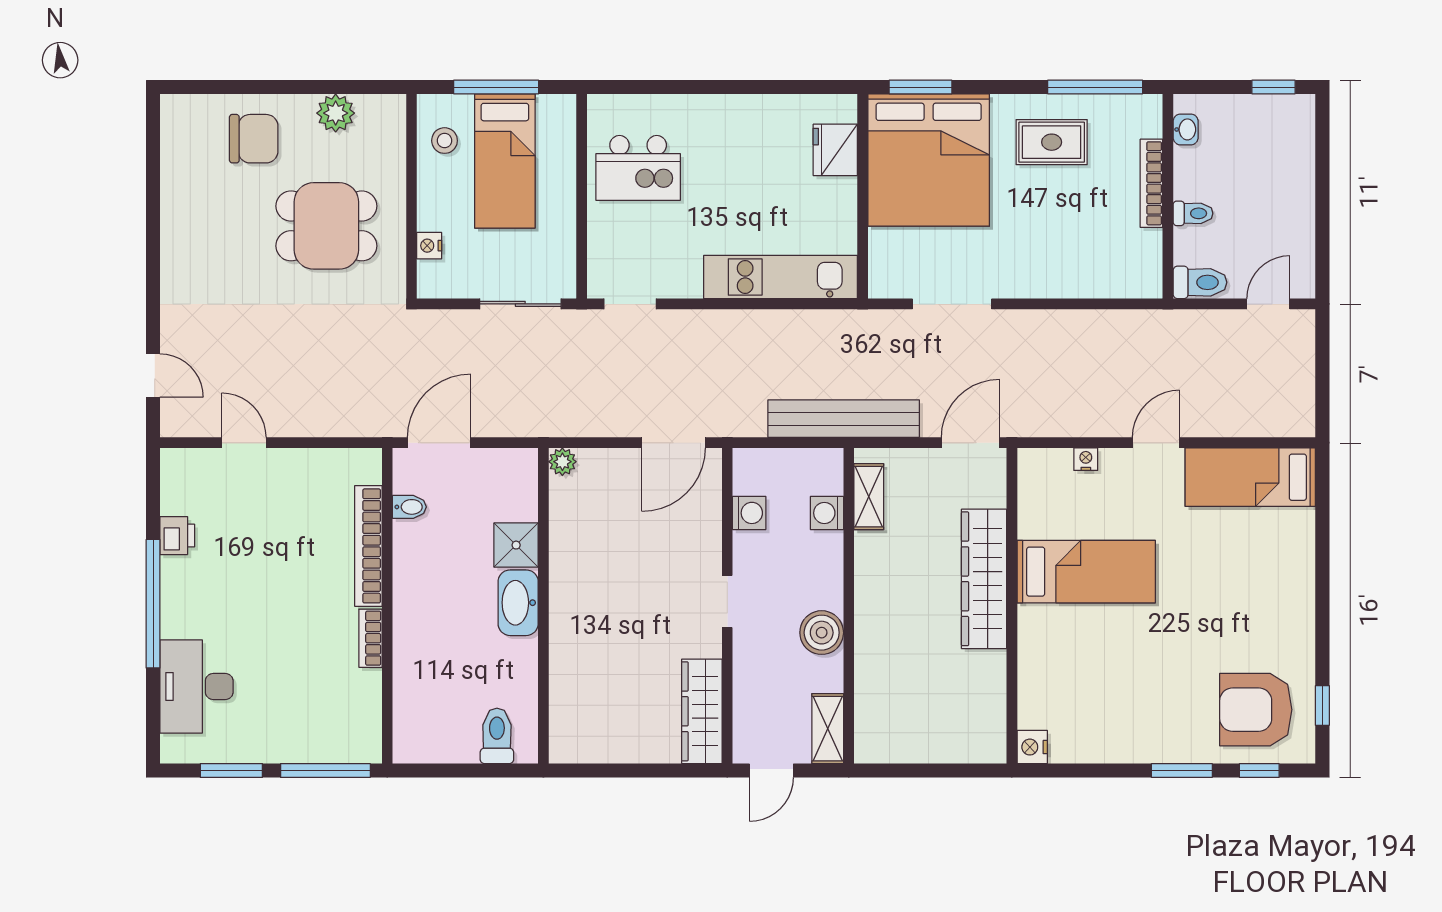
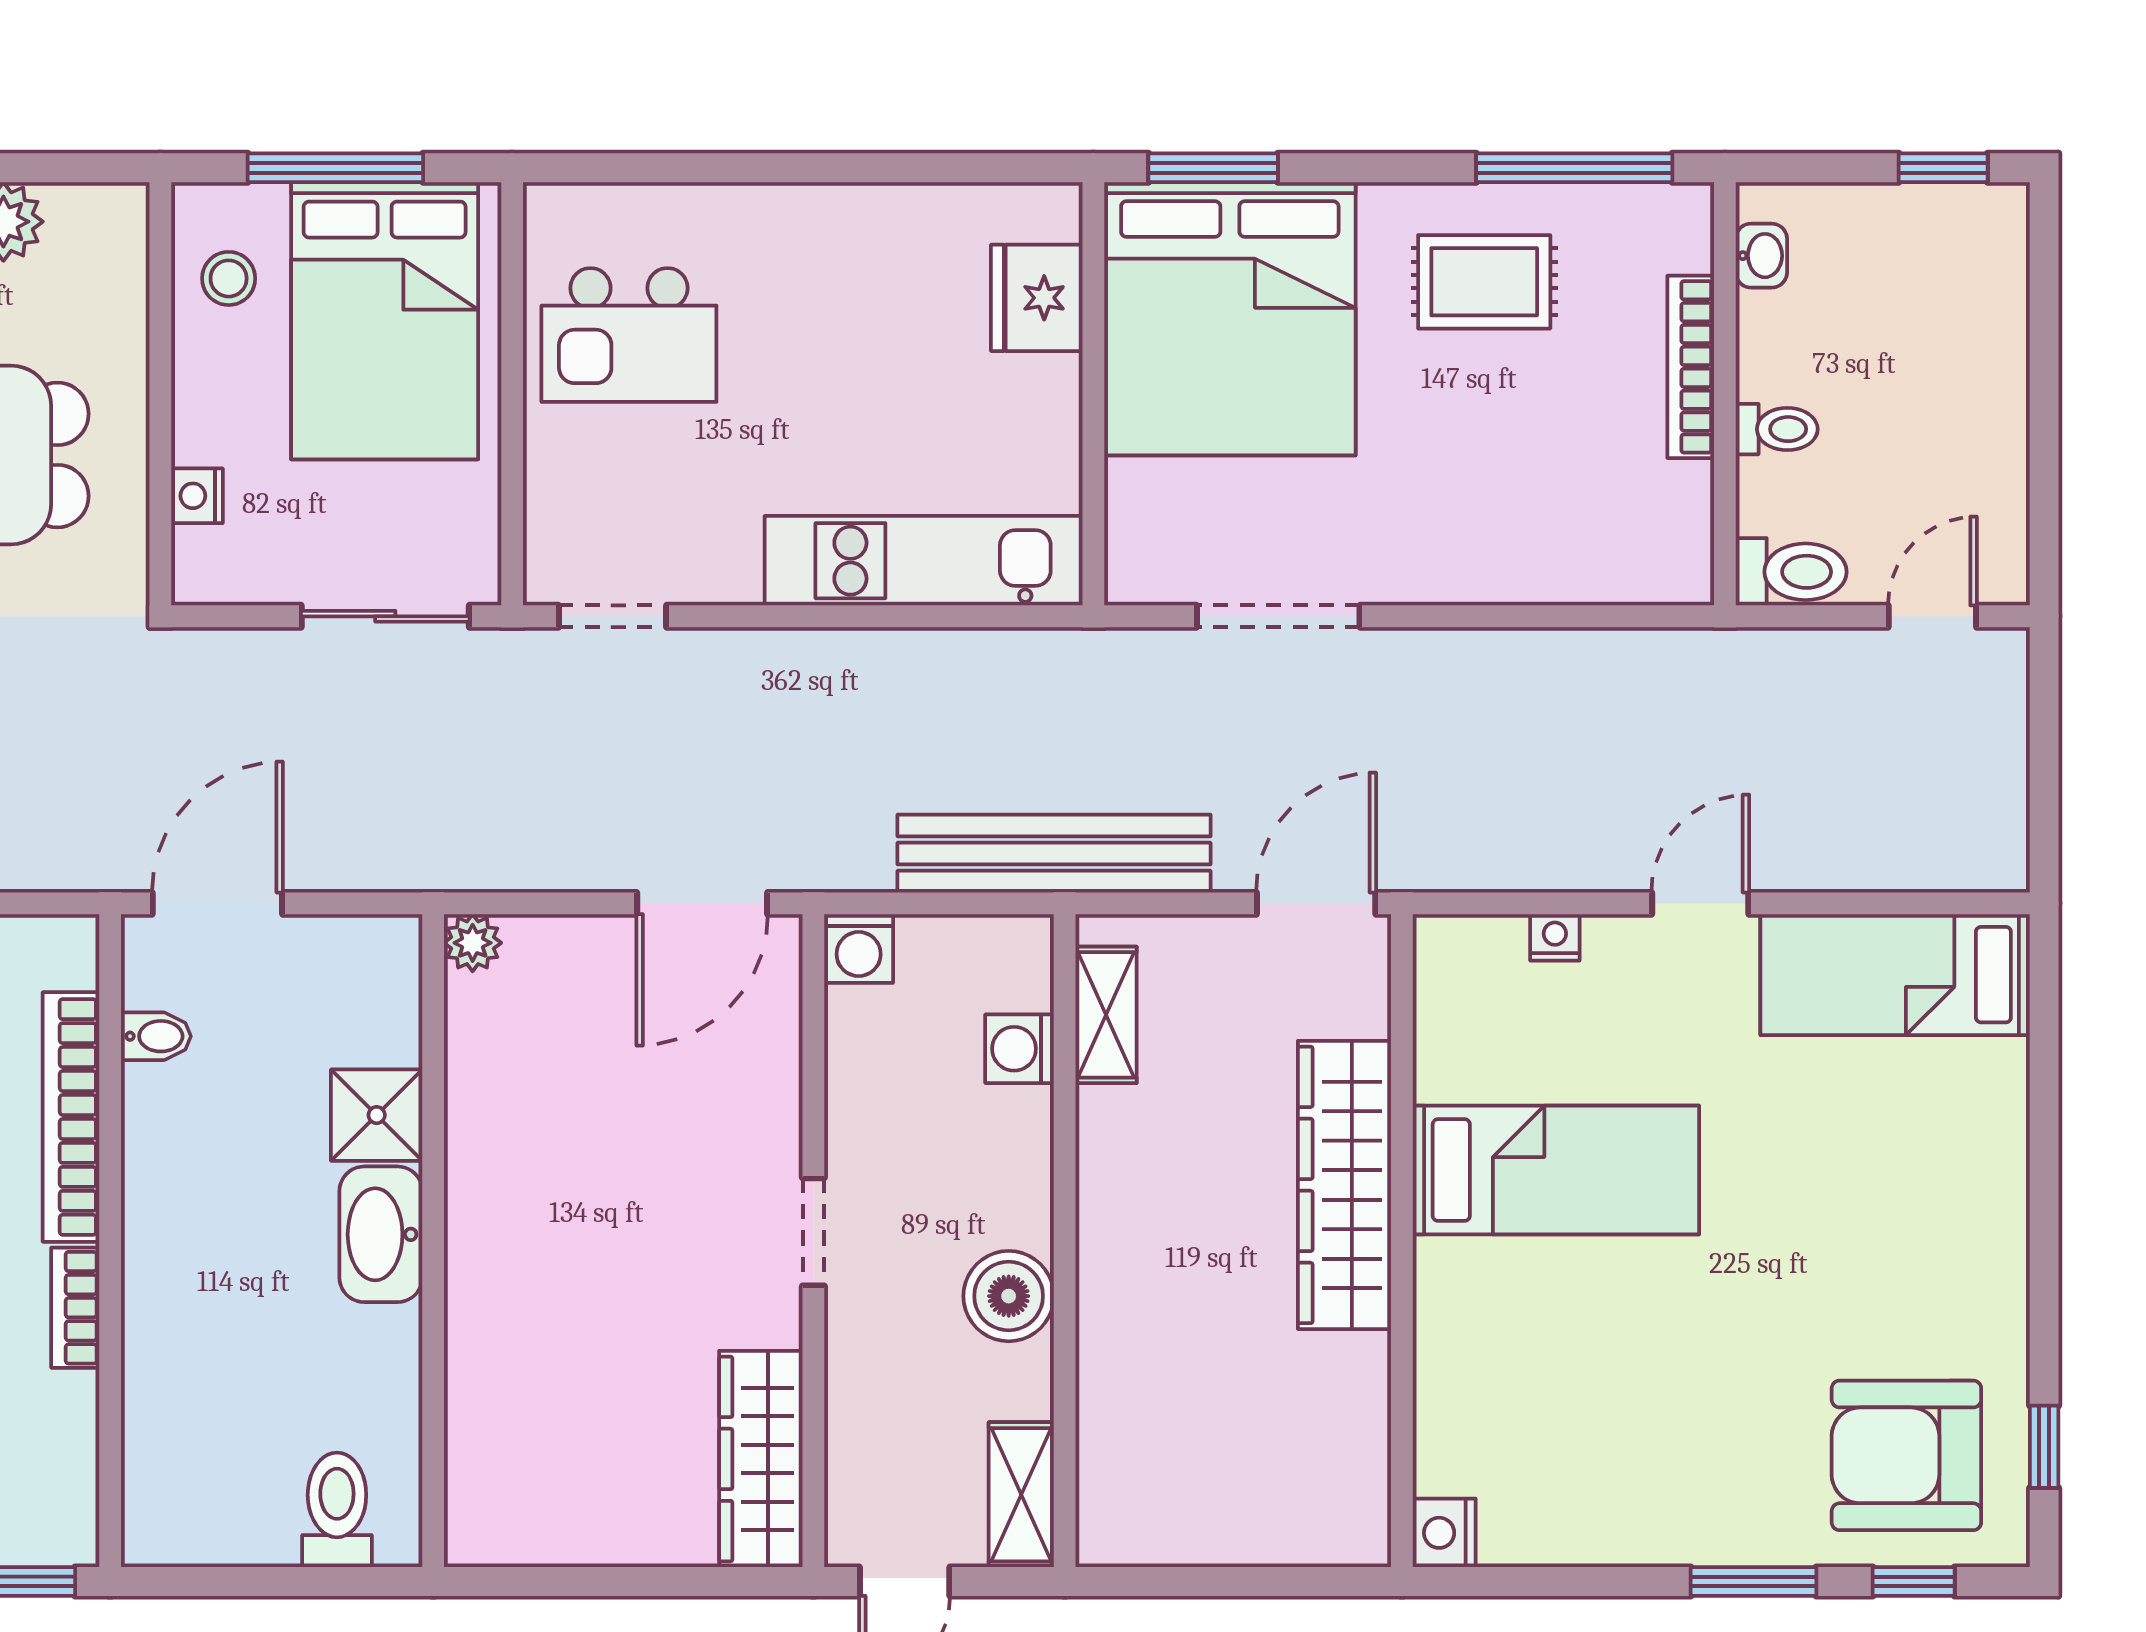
bed: (505, 161) -> (385, 321), width x1.50
washing machine: (749, 513) -> (859, 949), moved, turned 90

